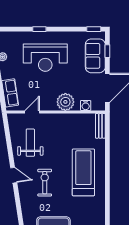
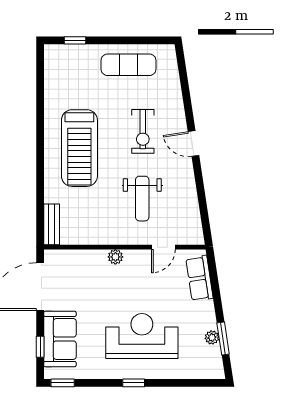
window: (39, 29) -> (134, 383), moved
plant: (65, 102) -> (115, 257), width x0.53, depth x0.53
water cooler: (86, 105) -> (76, 258), removed
weight bench: (30, 143) -> (142, 199), moved

